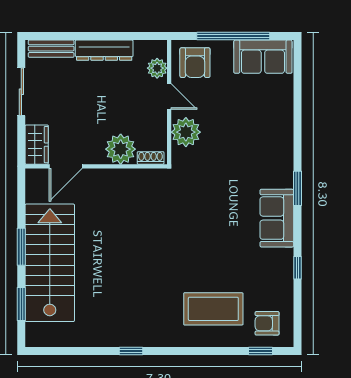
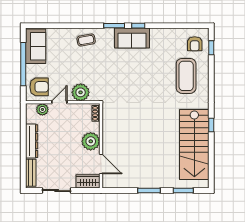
coffee table: (273, 141) -> (86, 40), added
plant: (121, 149) -> (91, 141), moved
stairs: (50, 263) -> (194, 145), moved, turned -90
window: (297, 268) -> (138, 26), moved

